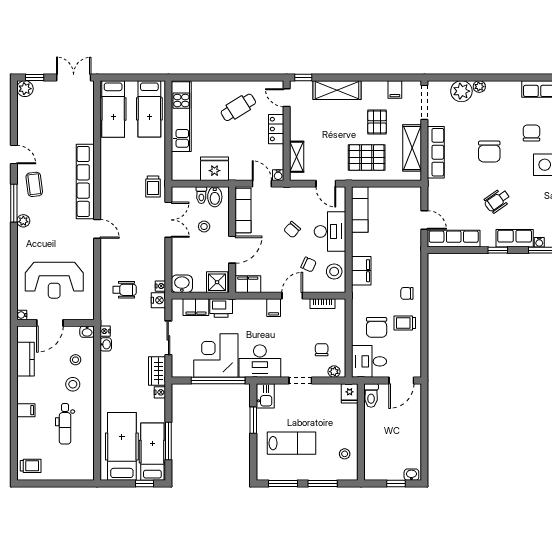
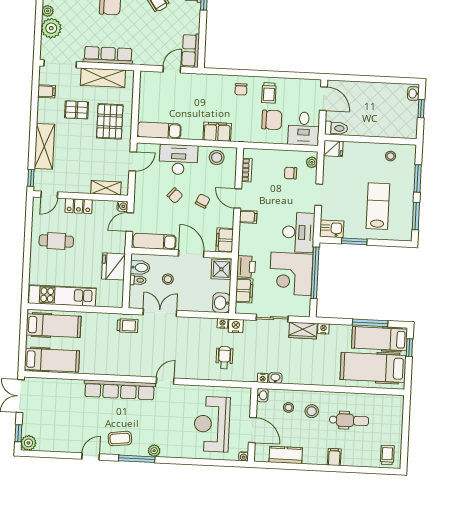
cafe table: (238, 107) -> (56, 241), turned -58
row of seats: (454, 239) -> (191, 50), width x0.68
chair: (309, 265) -> (203, 201), moved
reception desk: (54, 280) -> (212, 424), turned 180

